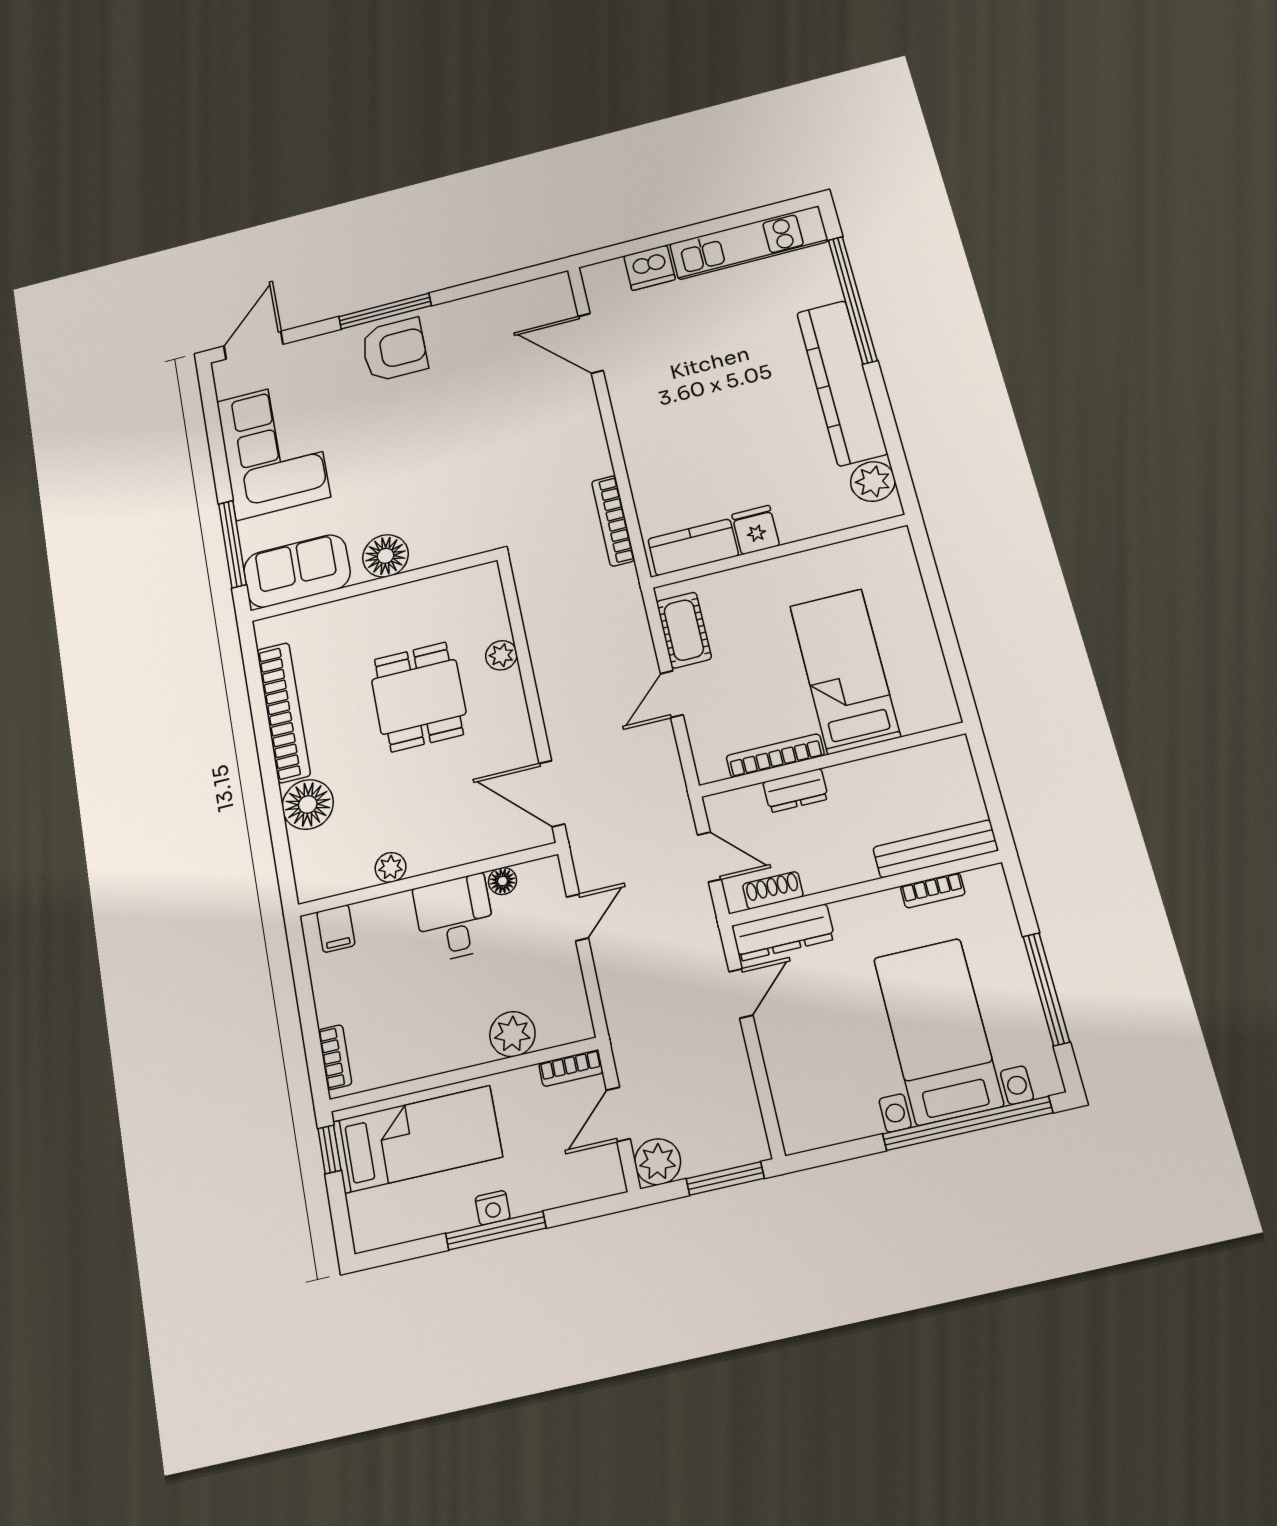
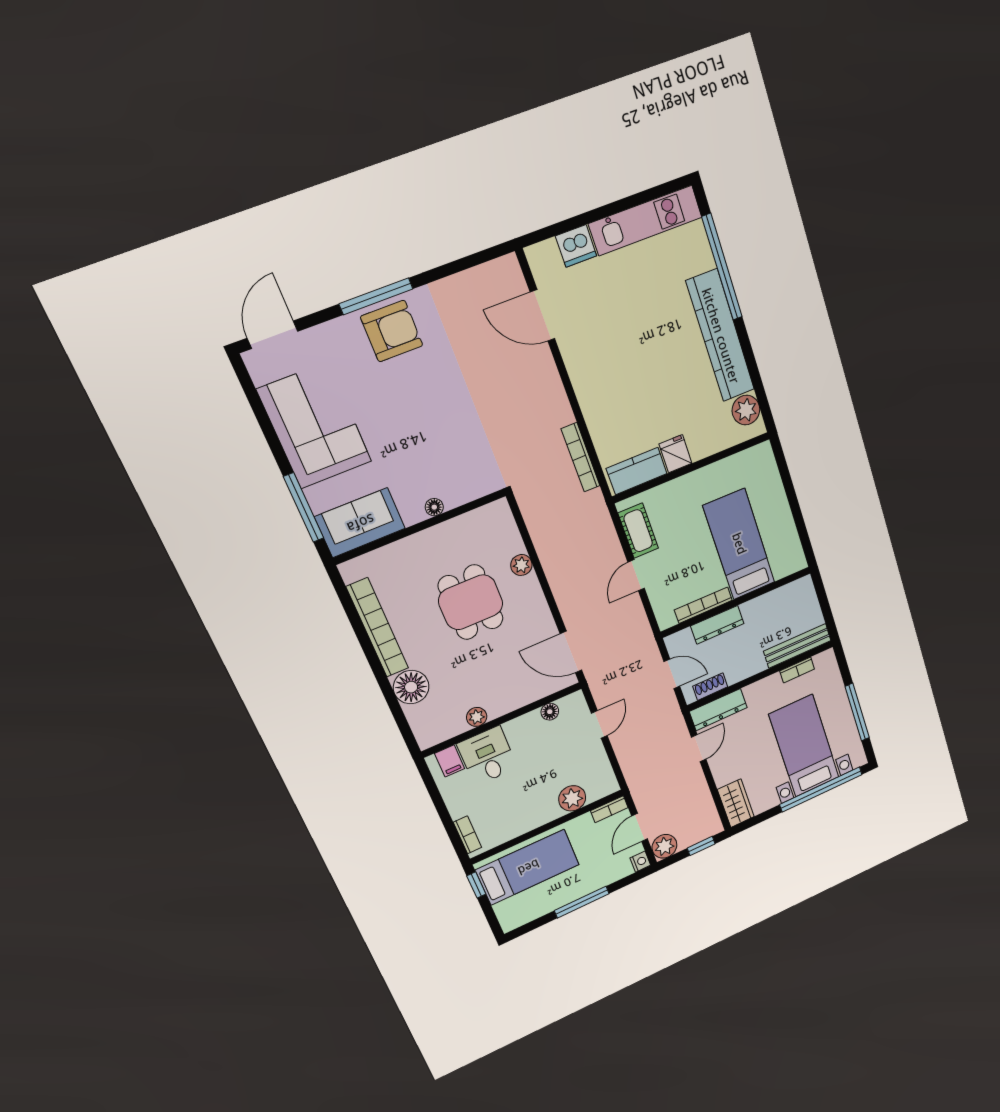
floor lamp: (385, 556) -> (434, 507), width x0.53, depth x0.53
dresser: (796, 790) -> (717, 625), width x1.44
desk: (455, 918) -> (487, 756), moved
wardrobe: (799, 1111) -> (736, 803), added
window: (725, 1179) -> (701, 846), width x0.67
nightstand: (493, 1208) -> (640, 862), moved, turned -90

